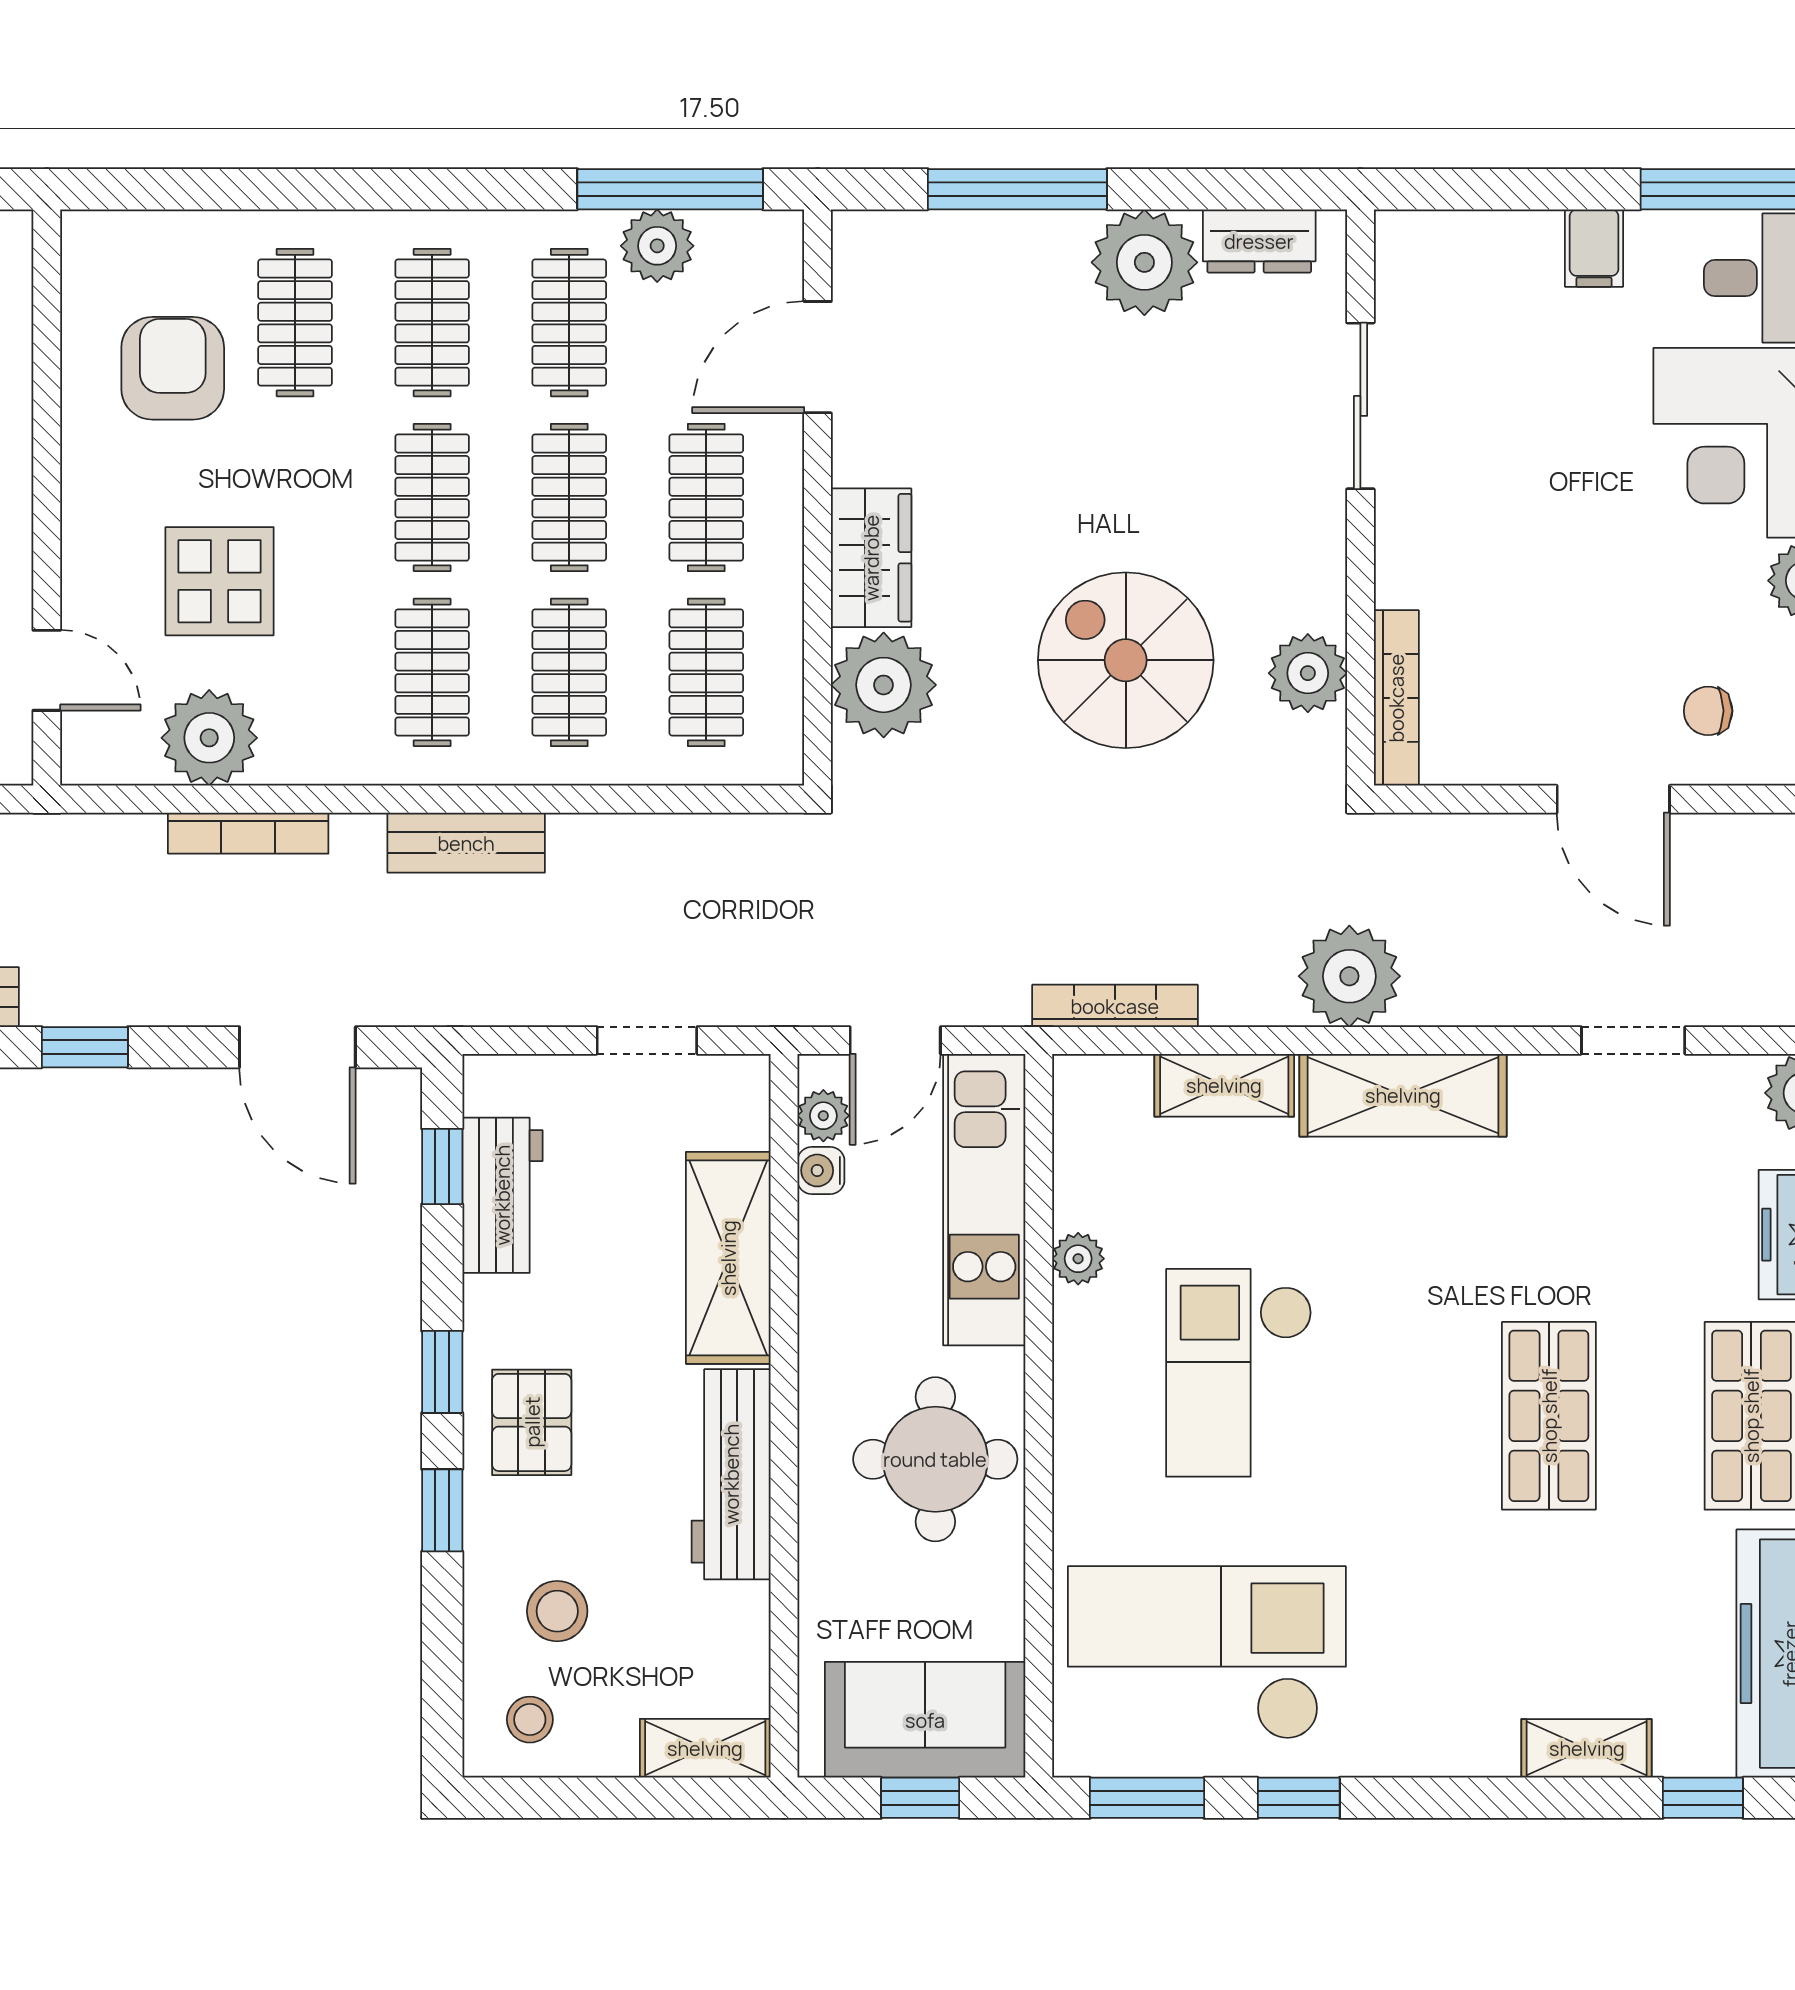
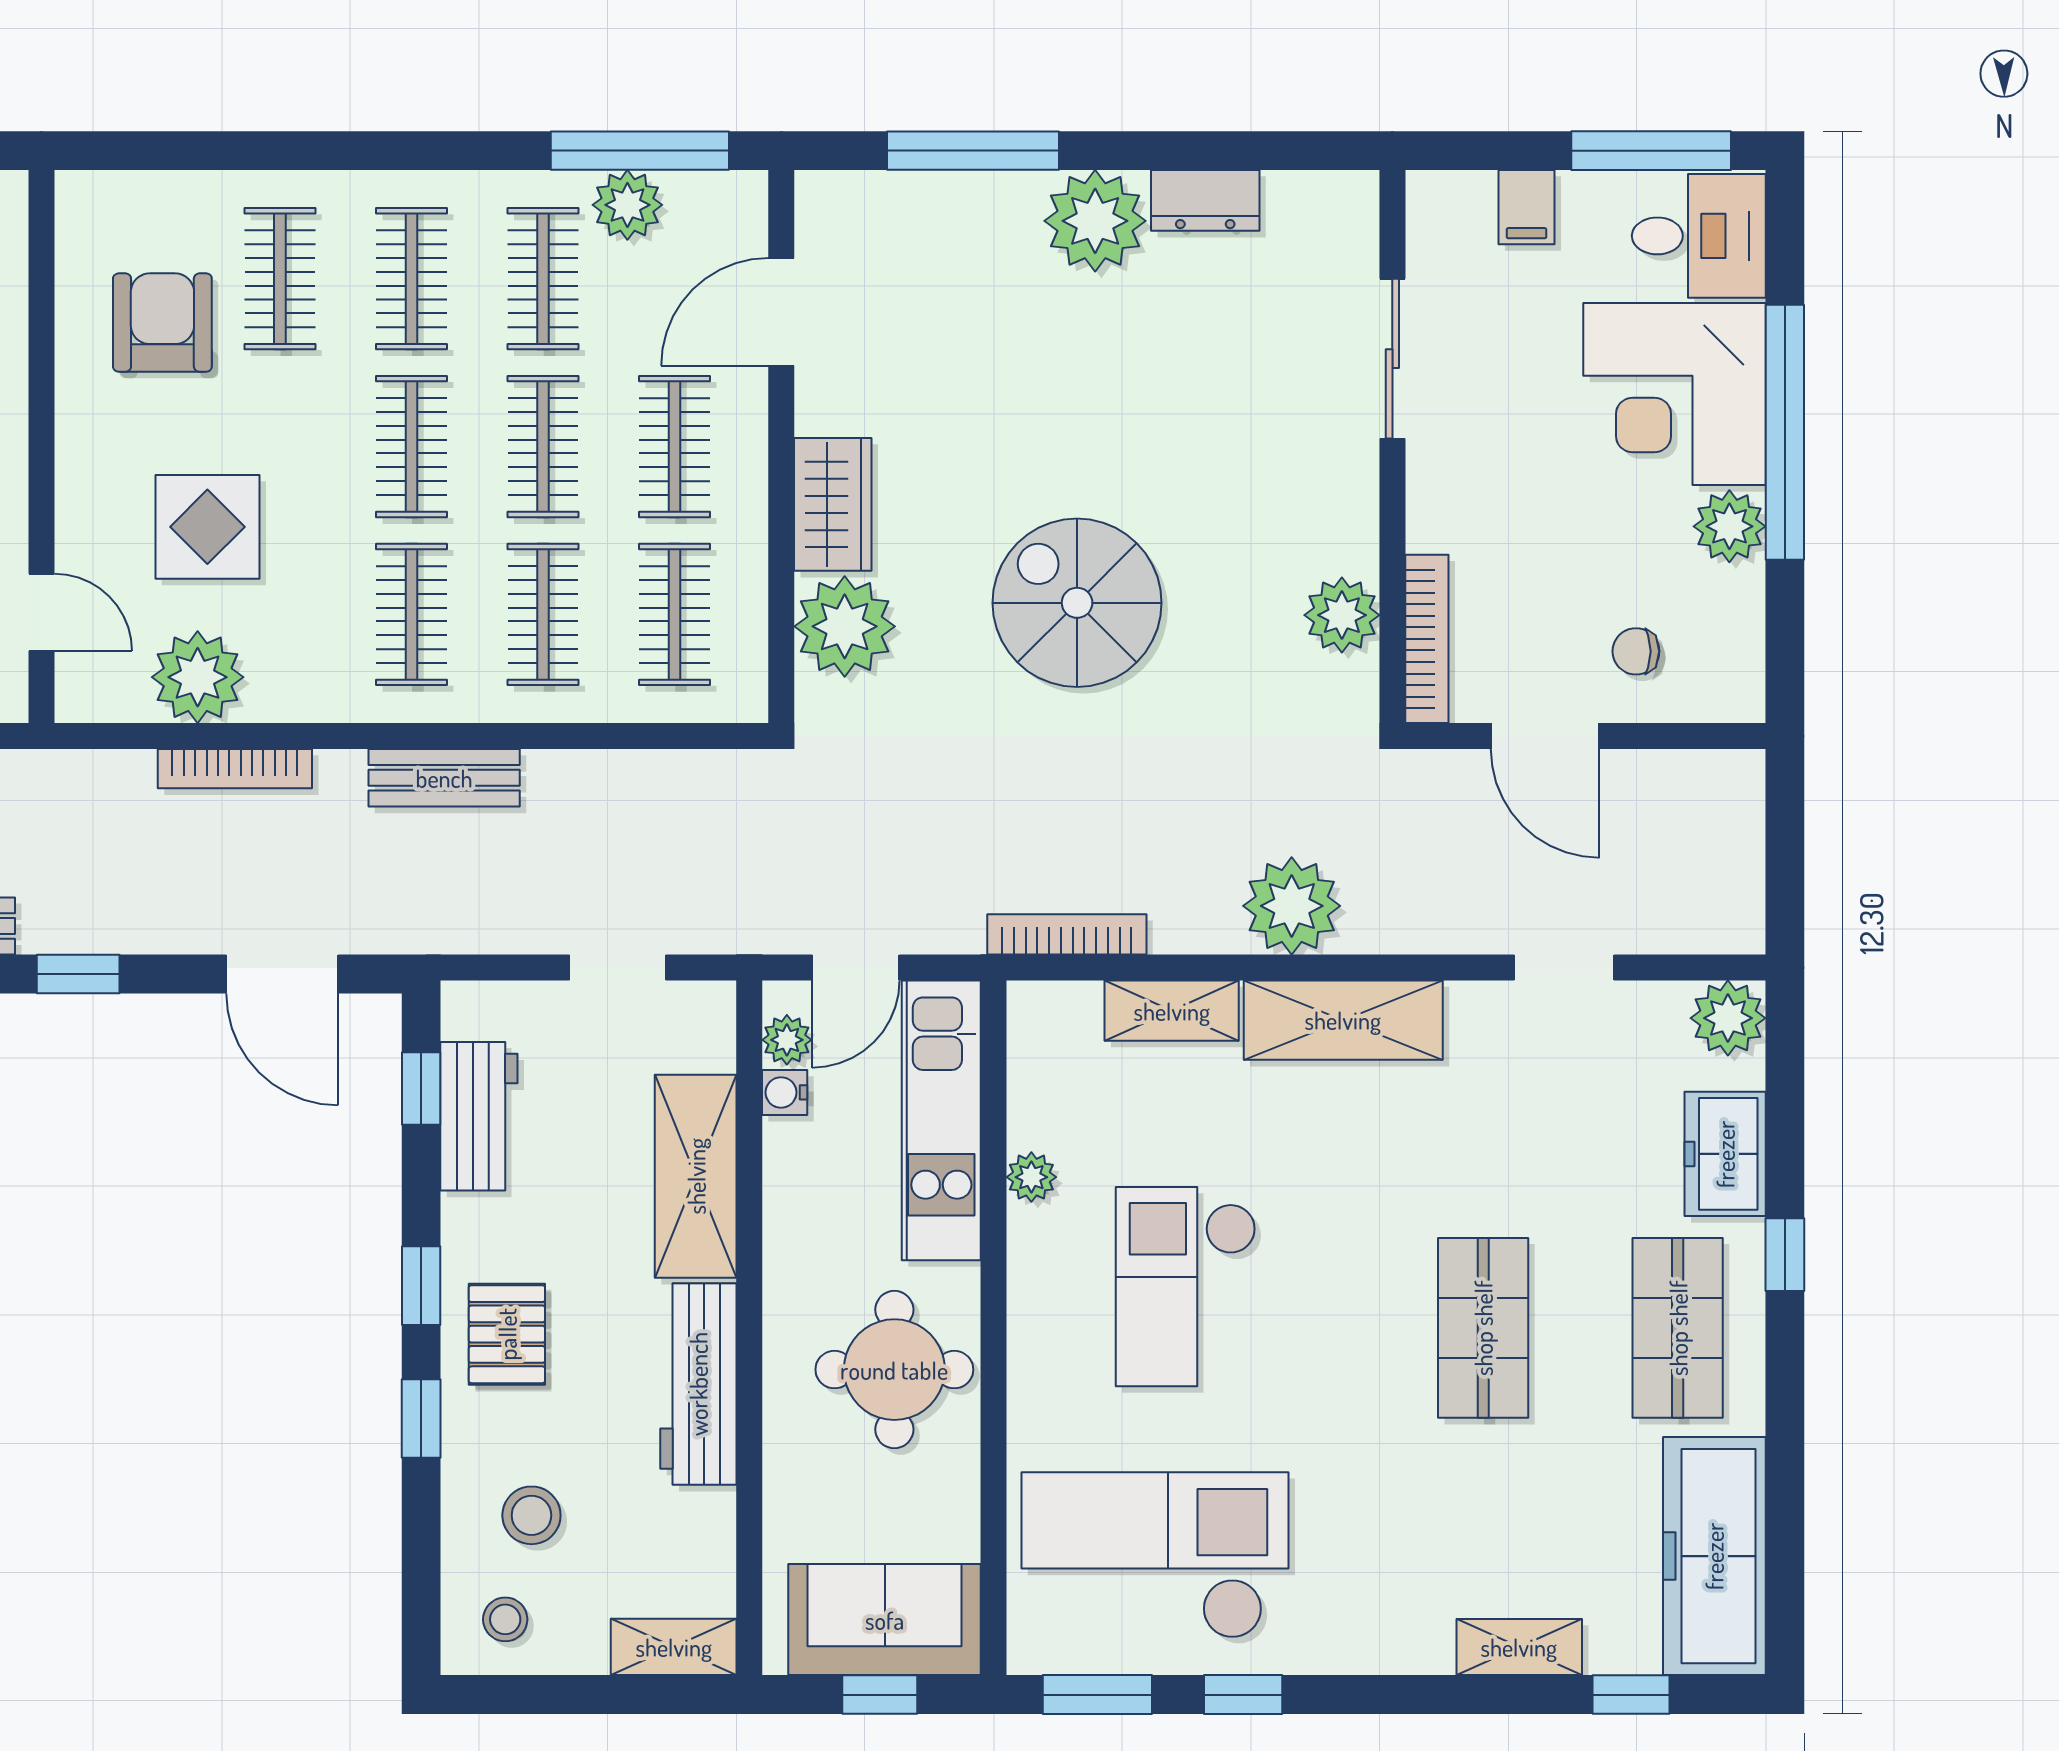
sliding door: (1360, 406) -> (1392, 359), moved
wall: (1360, 498) -> (1392, 447), moved
plant: (1308, 673) -> (1342, 615), moved
bookcase: (1396, 698) -> (1427, 639), moved

